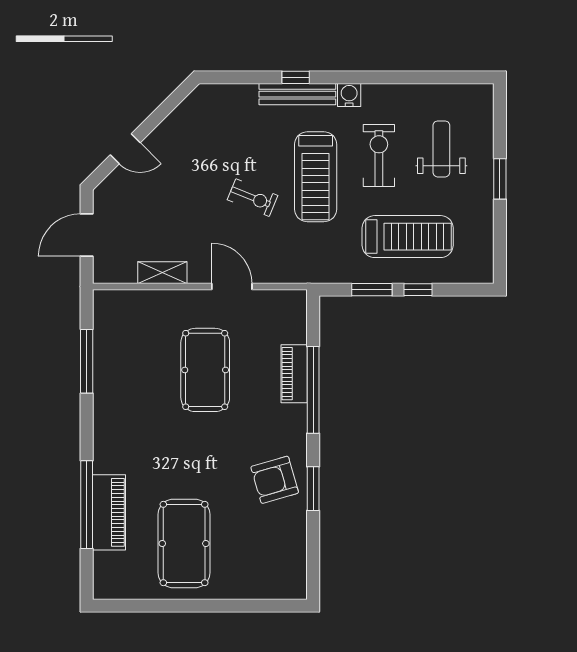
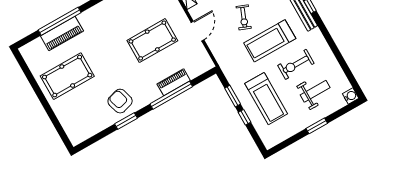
water cooler: (349, 95) -> (351, 96), moved
exercise bike: (379, 155) -> (296, 64), turned 180

